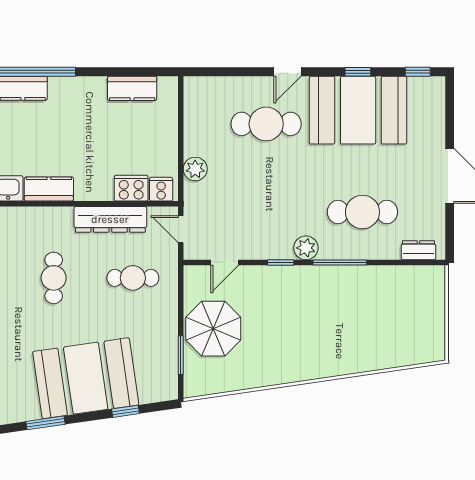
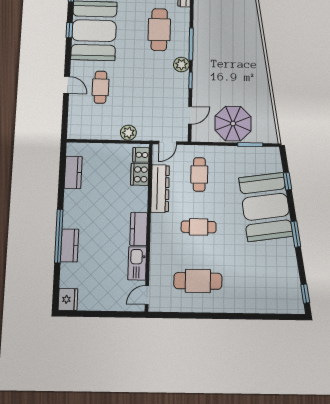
door: (288, 72) -> (67, 85), moved
cafe table: (266, 124) -> (100, 87), width x0.73, depth x0.74
door: (225, 262) -> (190, 115), hinge flipped

